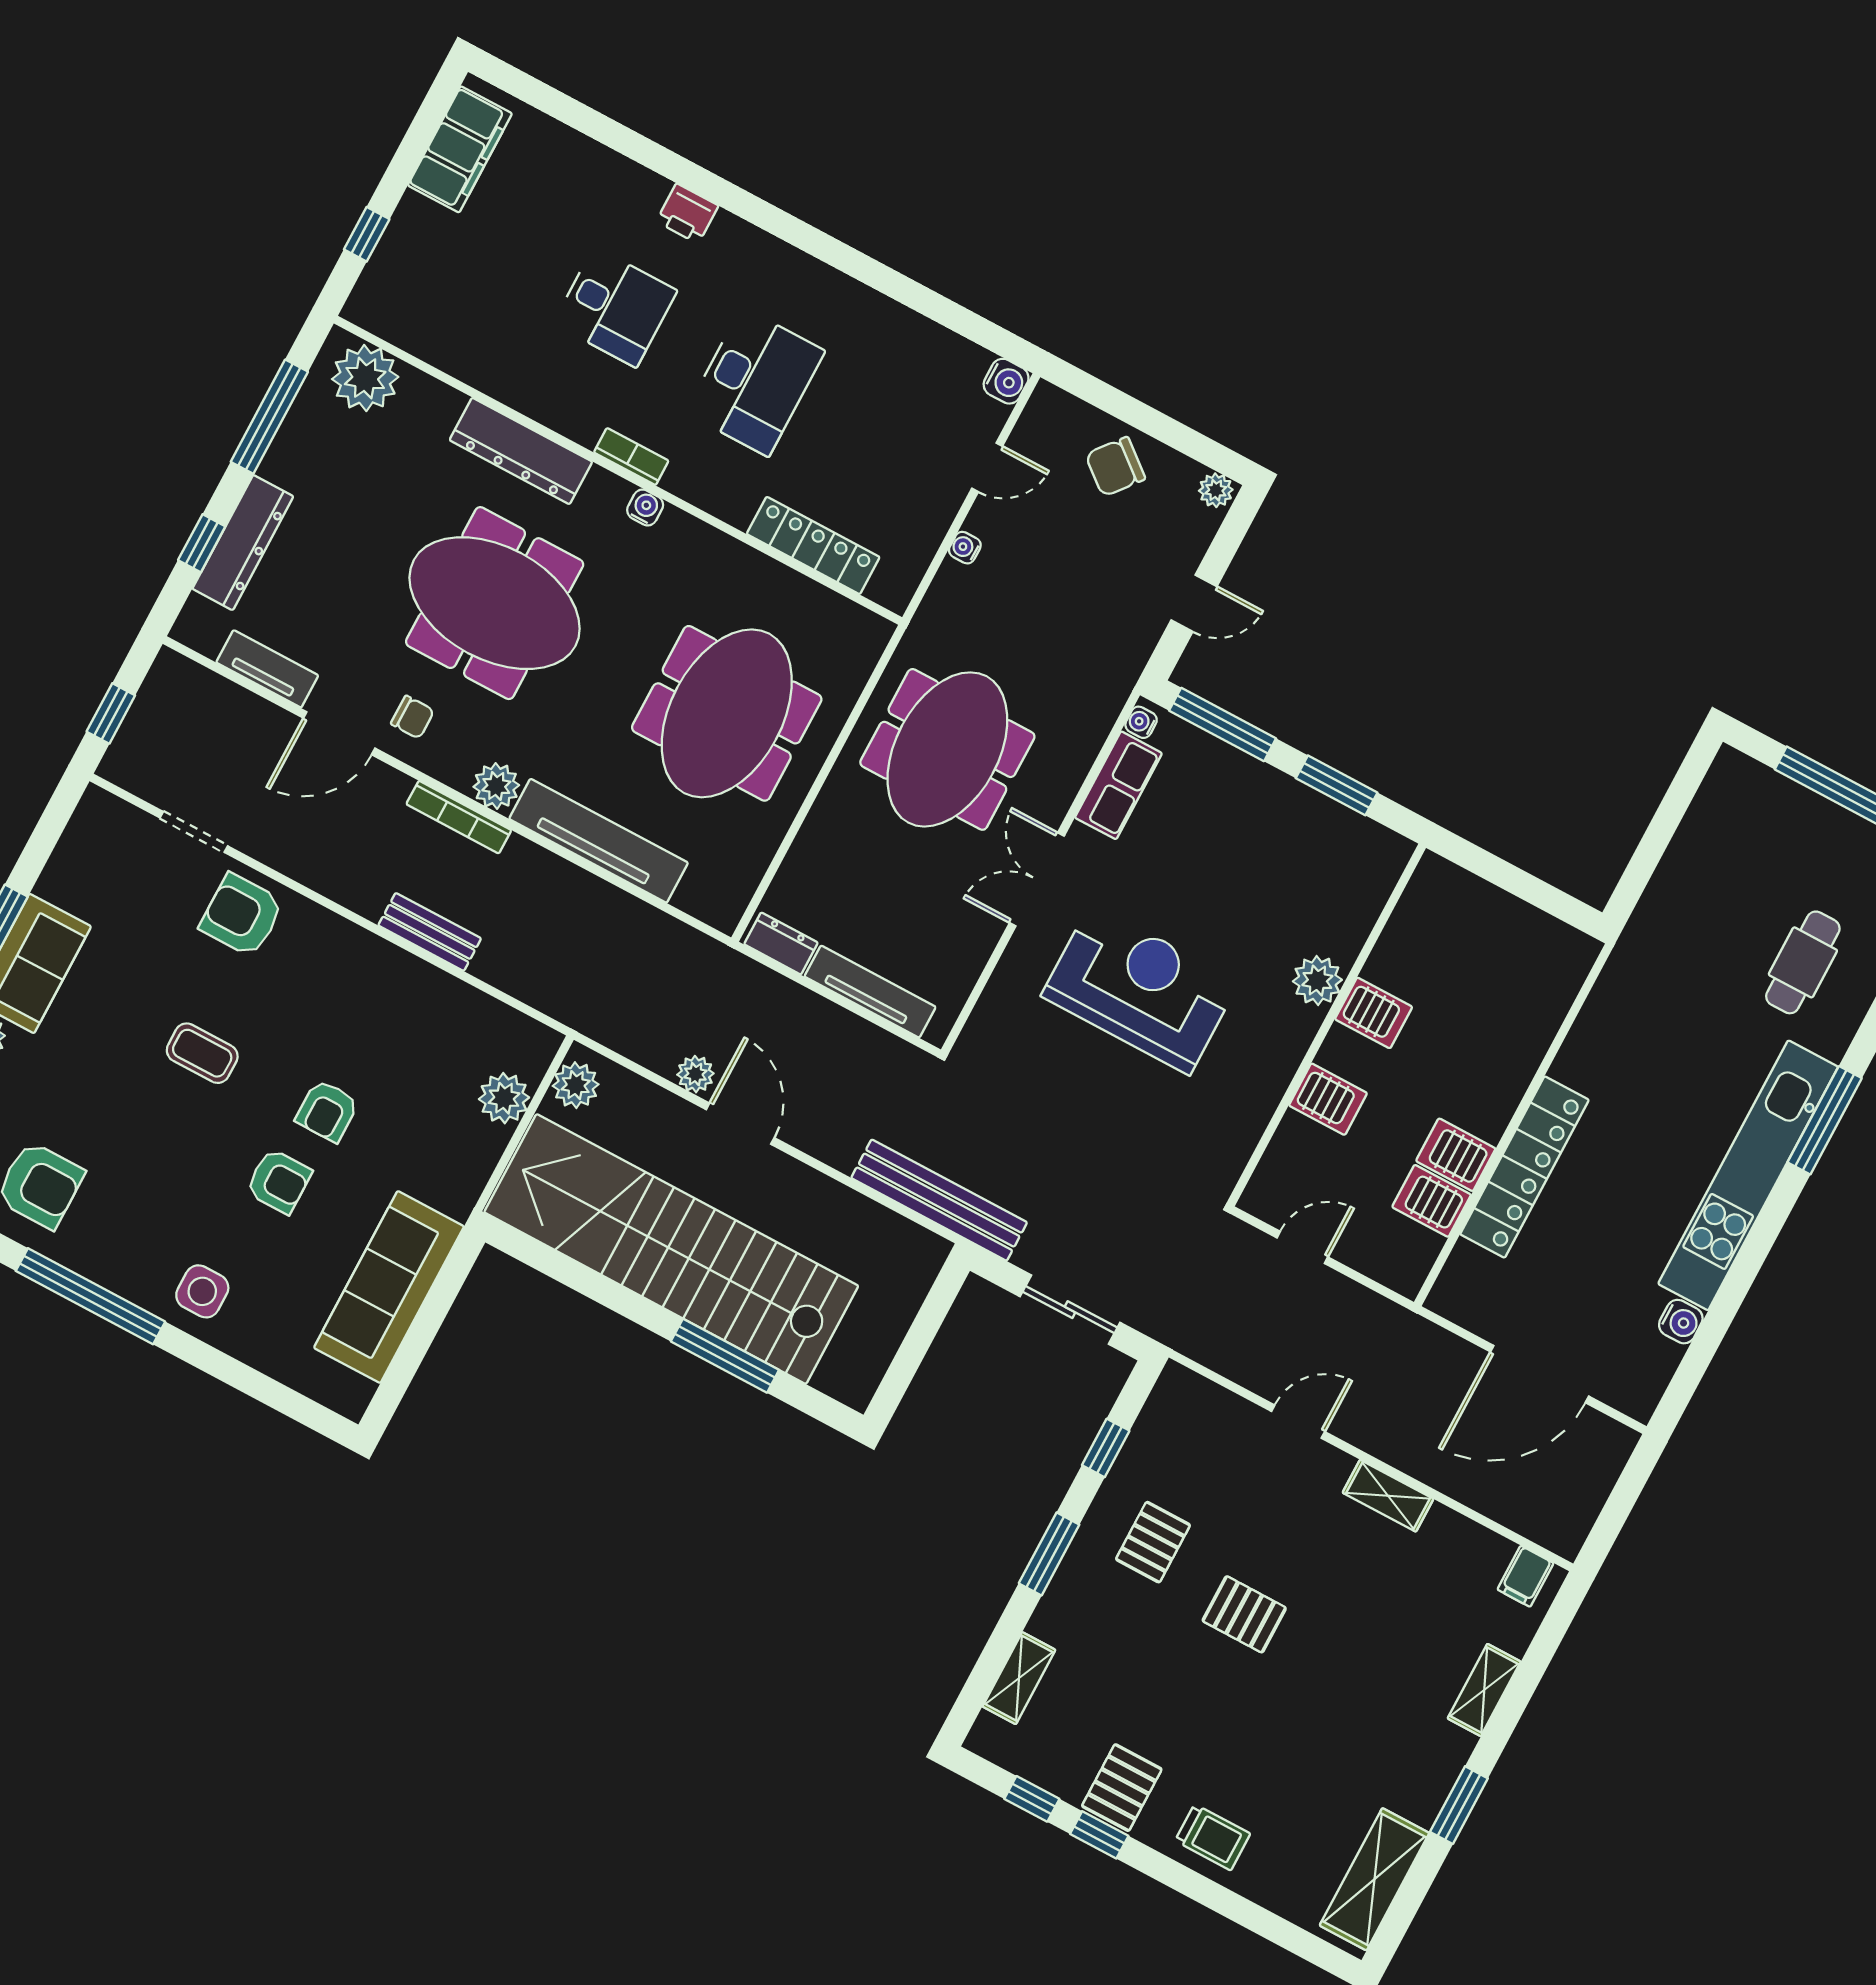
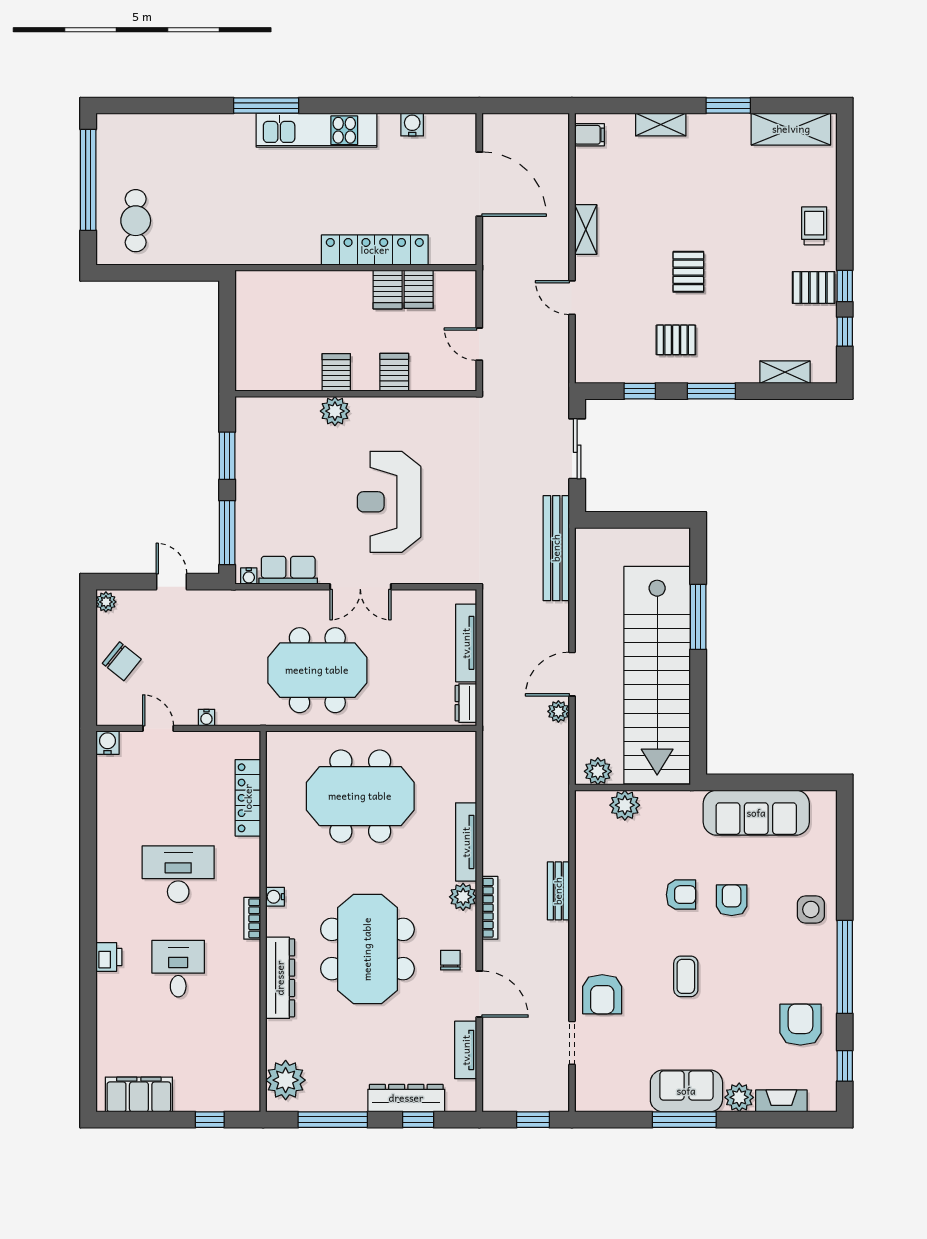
tv unit: (599, 841) -> (466, 842), width x0.73, depth x0.78
cafe table: (1803, 962) -> (136, 221), moved, turned 90
kitchen unit: (1748, 1175) -> (316, 130), width x0.73

